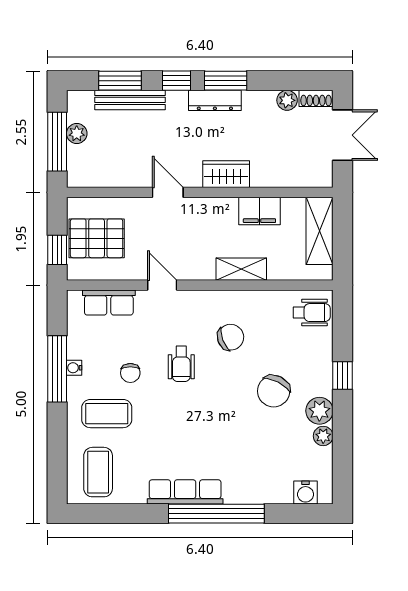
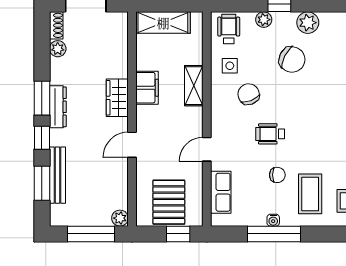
plant: (77, 134) -> (120, 218), moved
filing cabinet: (259, 211) -> (147, 88), moved
side table: (266, 314) -> (230, 66), added
wheelchair: (181, 364) -> (270, 134), turned 180
plant: (323, 436) -> (264, 20), moved

